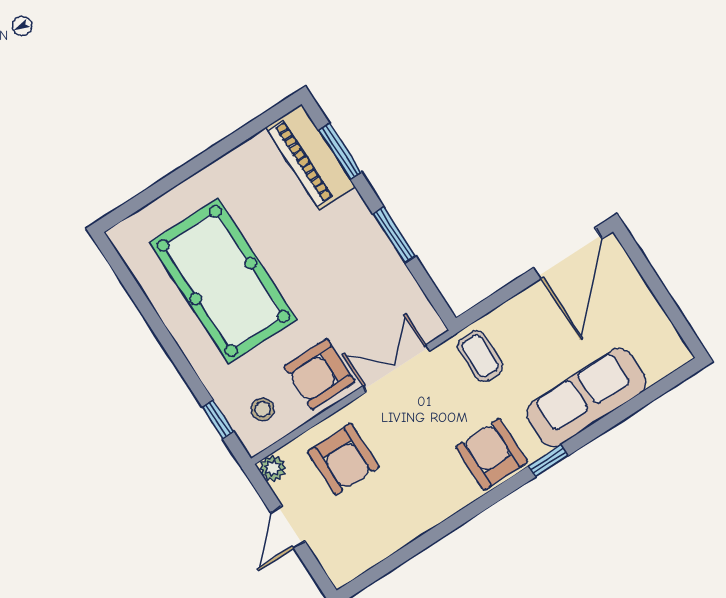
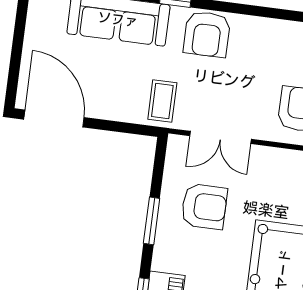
door: (568, 253) -> (54, 118), hinge flipped
armchair: (319, 374) -> (204, 207), moved

